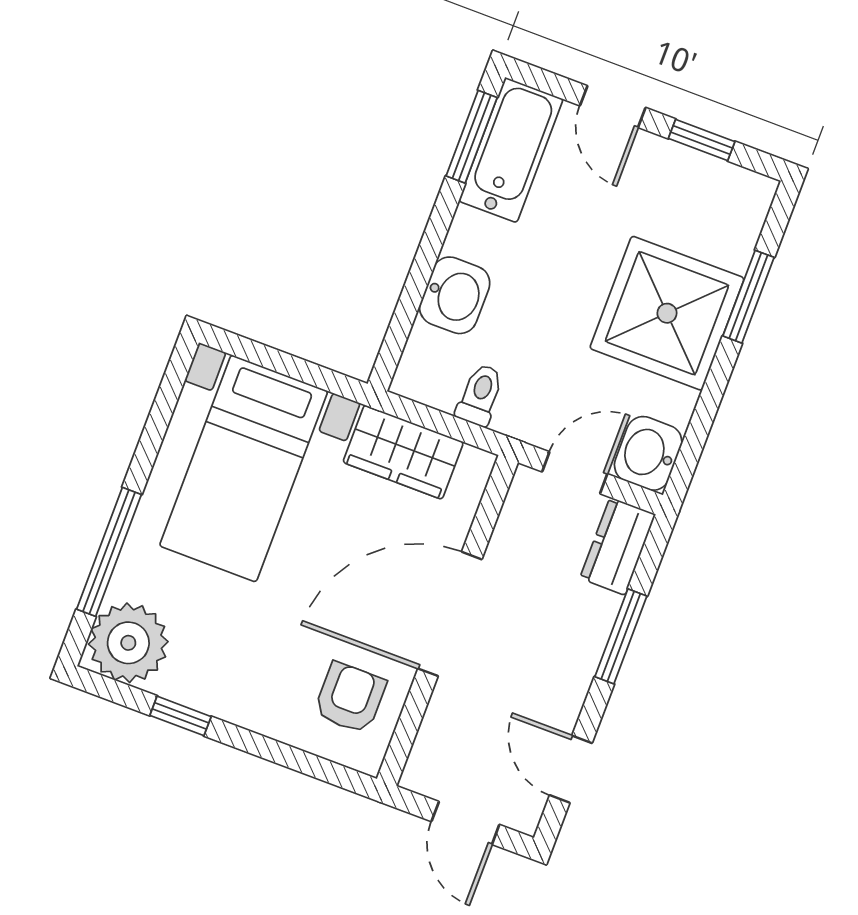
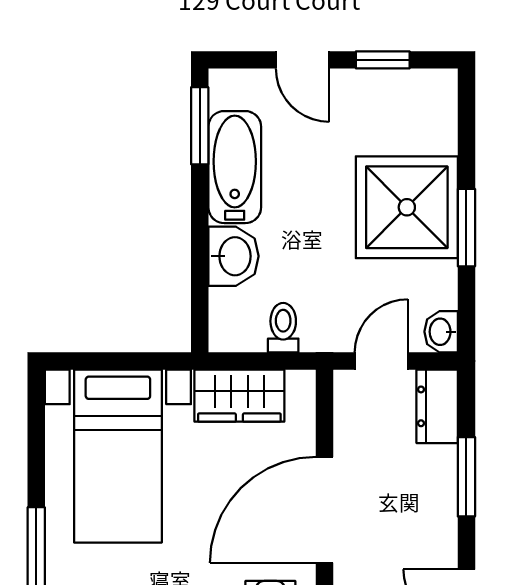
bathtub: (511, 150) -> (235, 167), moved
window: (748, 297) -> (466, 228), moved
washbasin: (648, 453) -> (441, 332), width x0.72, depth x0.69

